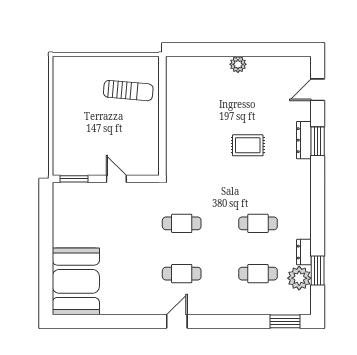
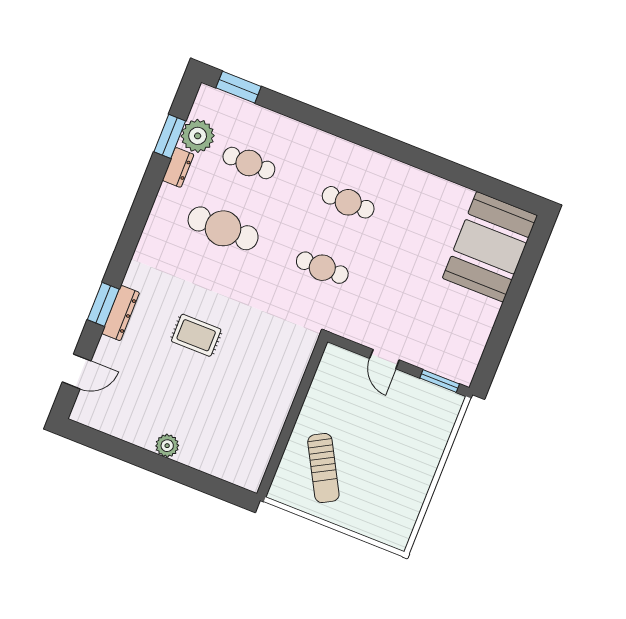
sun lounger: (128, 91) -> (323, 468), turned -124
cafe table: (258, 223) -> (223, 228), width x1.37, depth x1.35
door: (177, 321) -> (379, 143), removed

